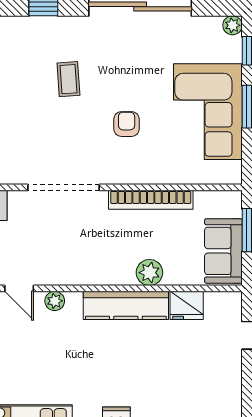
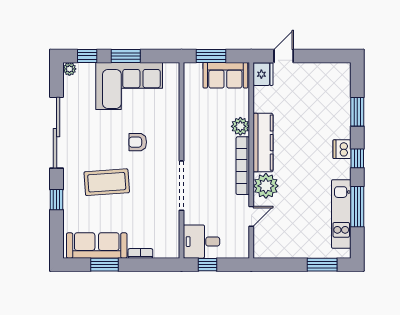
coffee table: (68, 79) -> (107, 182), width x1.86, depth x1.72
bookcase: (151, 200) -> (243, 166), moved, turned 180
plant: (55, 301) -> (266, 186), width x1.87, depth x1.87
fridge: (187, 305) -> (263, 74), moved

